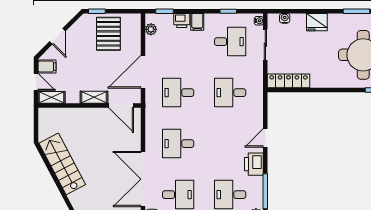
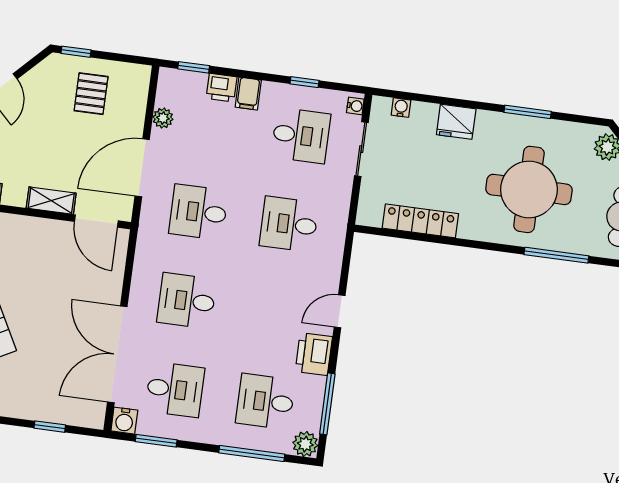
plant: (151, 29) -> (163, 118), moved
pallet: (108, 34) -> (91, 94), width x0.67, depth x0.71
locker: (289, 81) -> (420, 221), moved

